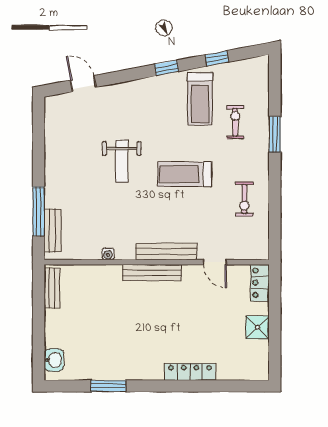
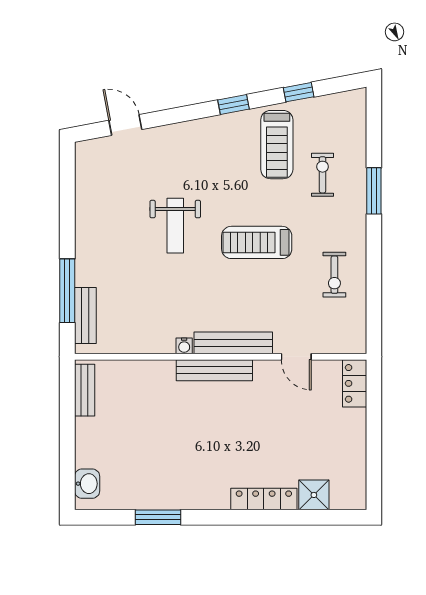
water cooler: (108, 254) -> (184, 346), moved
shower: (258, 327) -> (314, 495), moved

